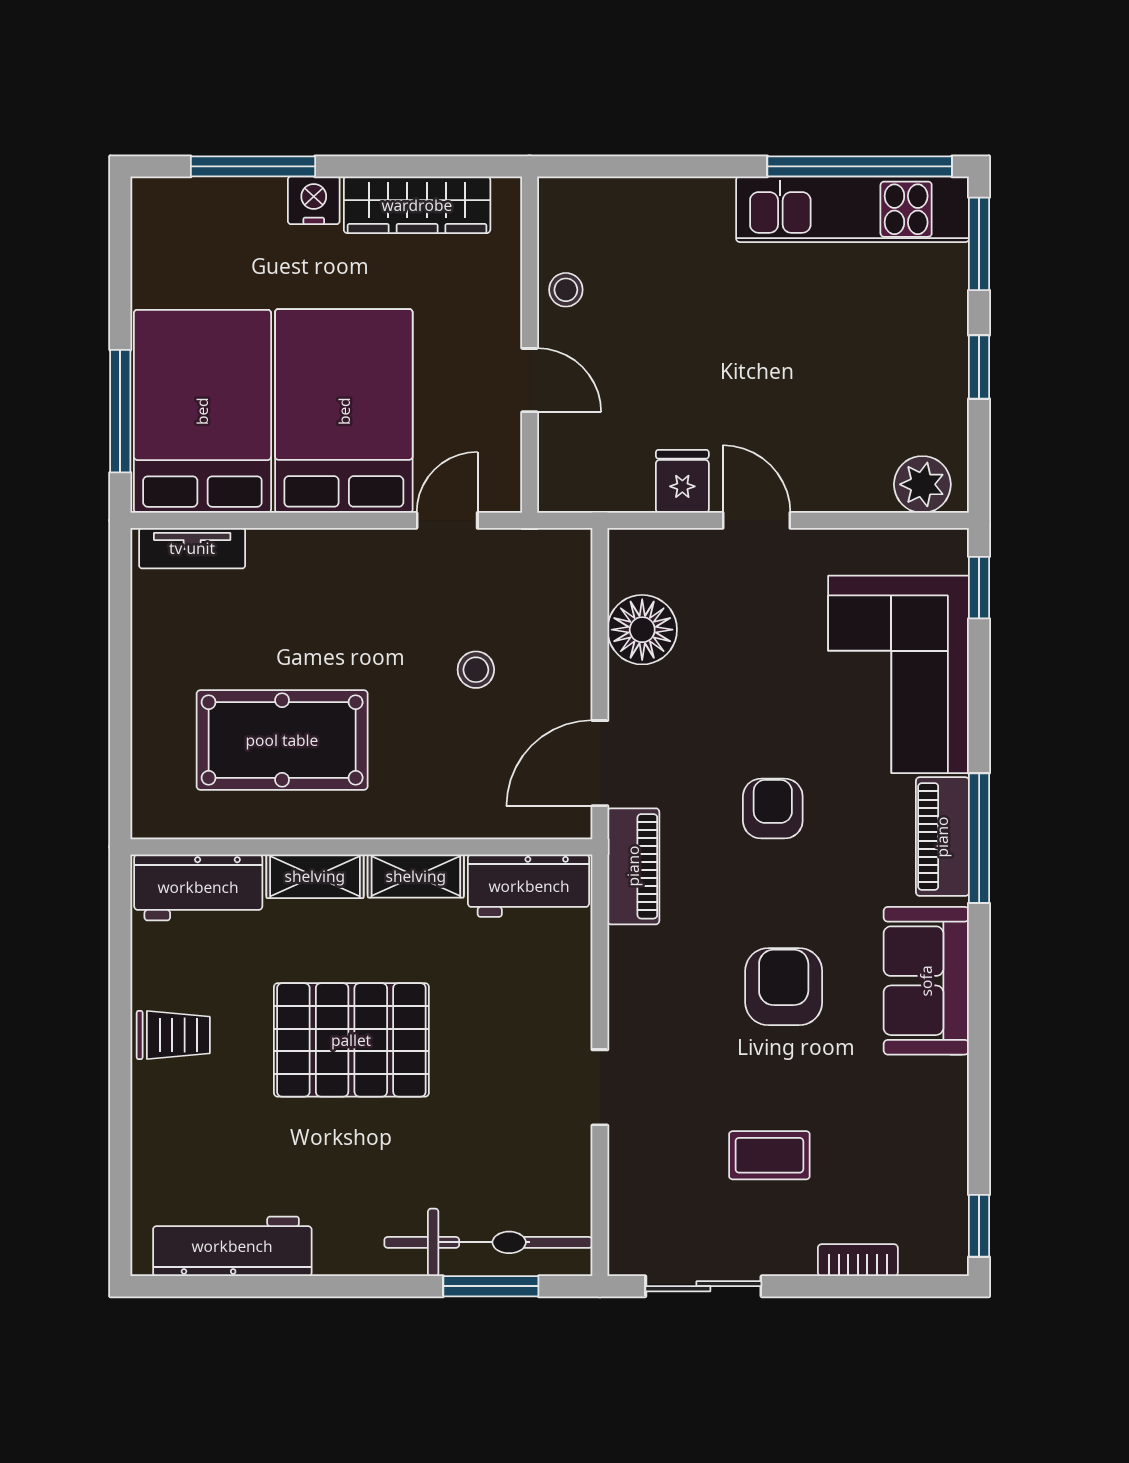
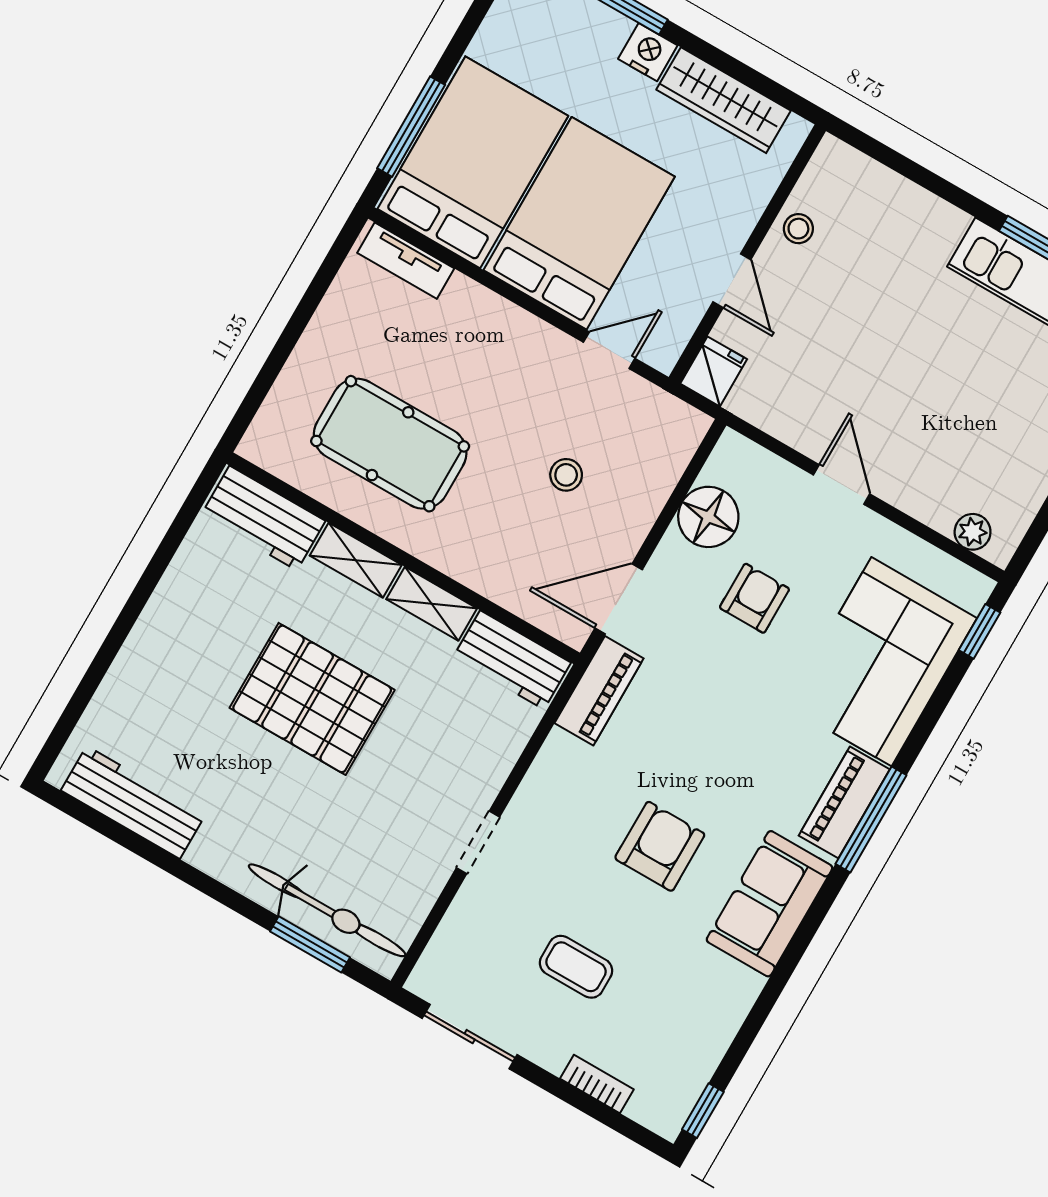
fridge: (682, 481) -> (714, 371), moved
plant: (922, 484) -> (973, 532), width x0.73, depth x0.73
armchair: (773, 809) -> (754, 598), moved
trolley: (173, 1035) -> (180, 618), removed

